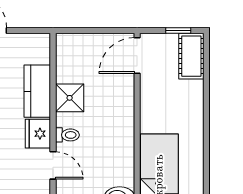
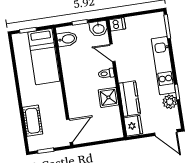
cot: (191, 56) -> (33, 121), moved
fridge: (38, 134) -> (133, 126), moved

